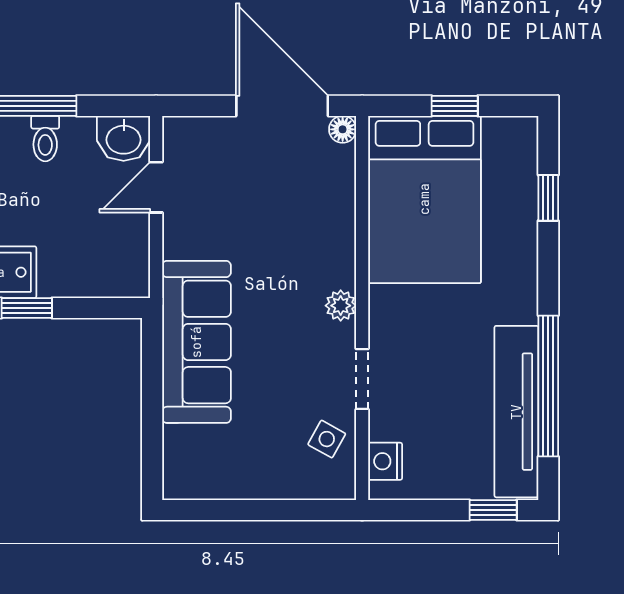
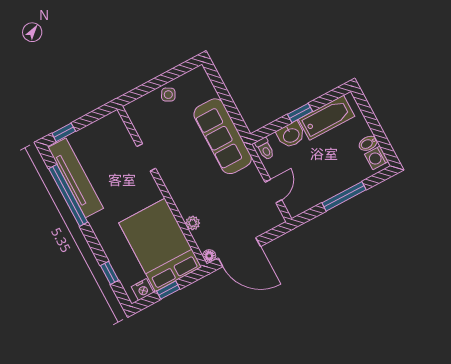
washbasin: (124, 138) -> (291, 135), moved, turned 180
toilet: (45, 139) -> (265, 149), moved, turned 180
plant: (341, 306) -> (193, 223), moved
side table: (327, 439) -> (168, 95), moved
nightstand: (385, 461) -> (143, 290), moved, turned 90

